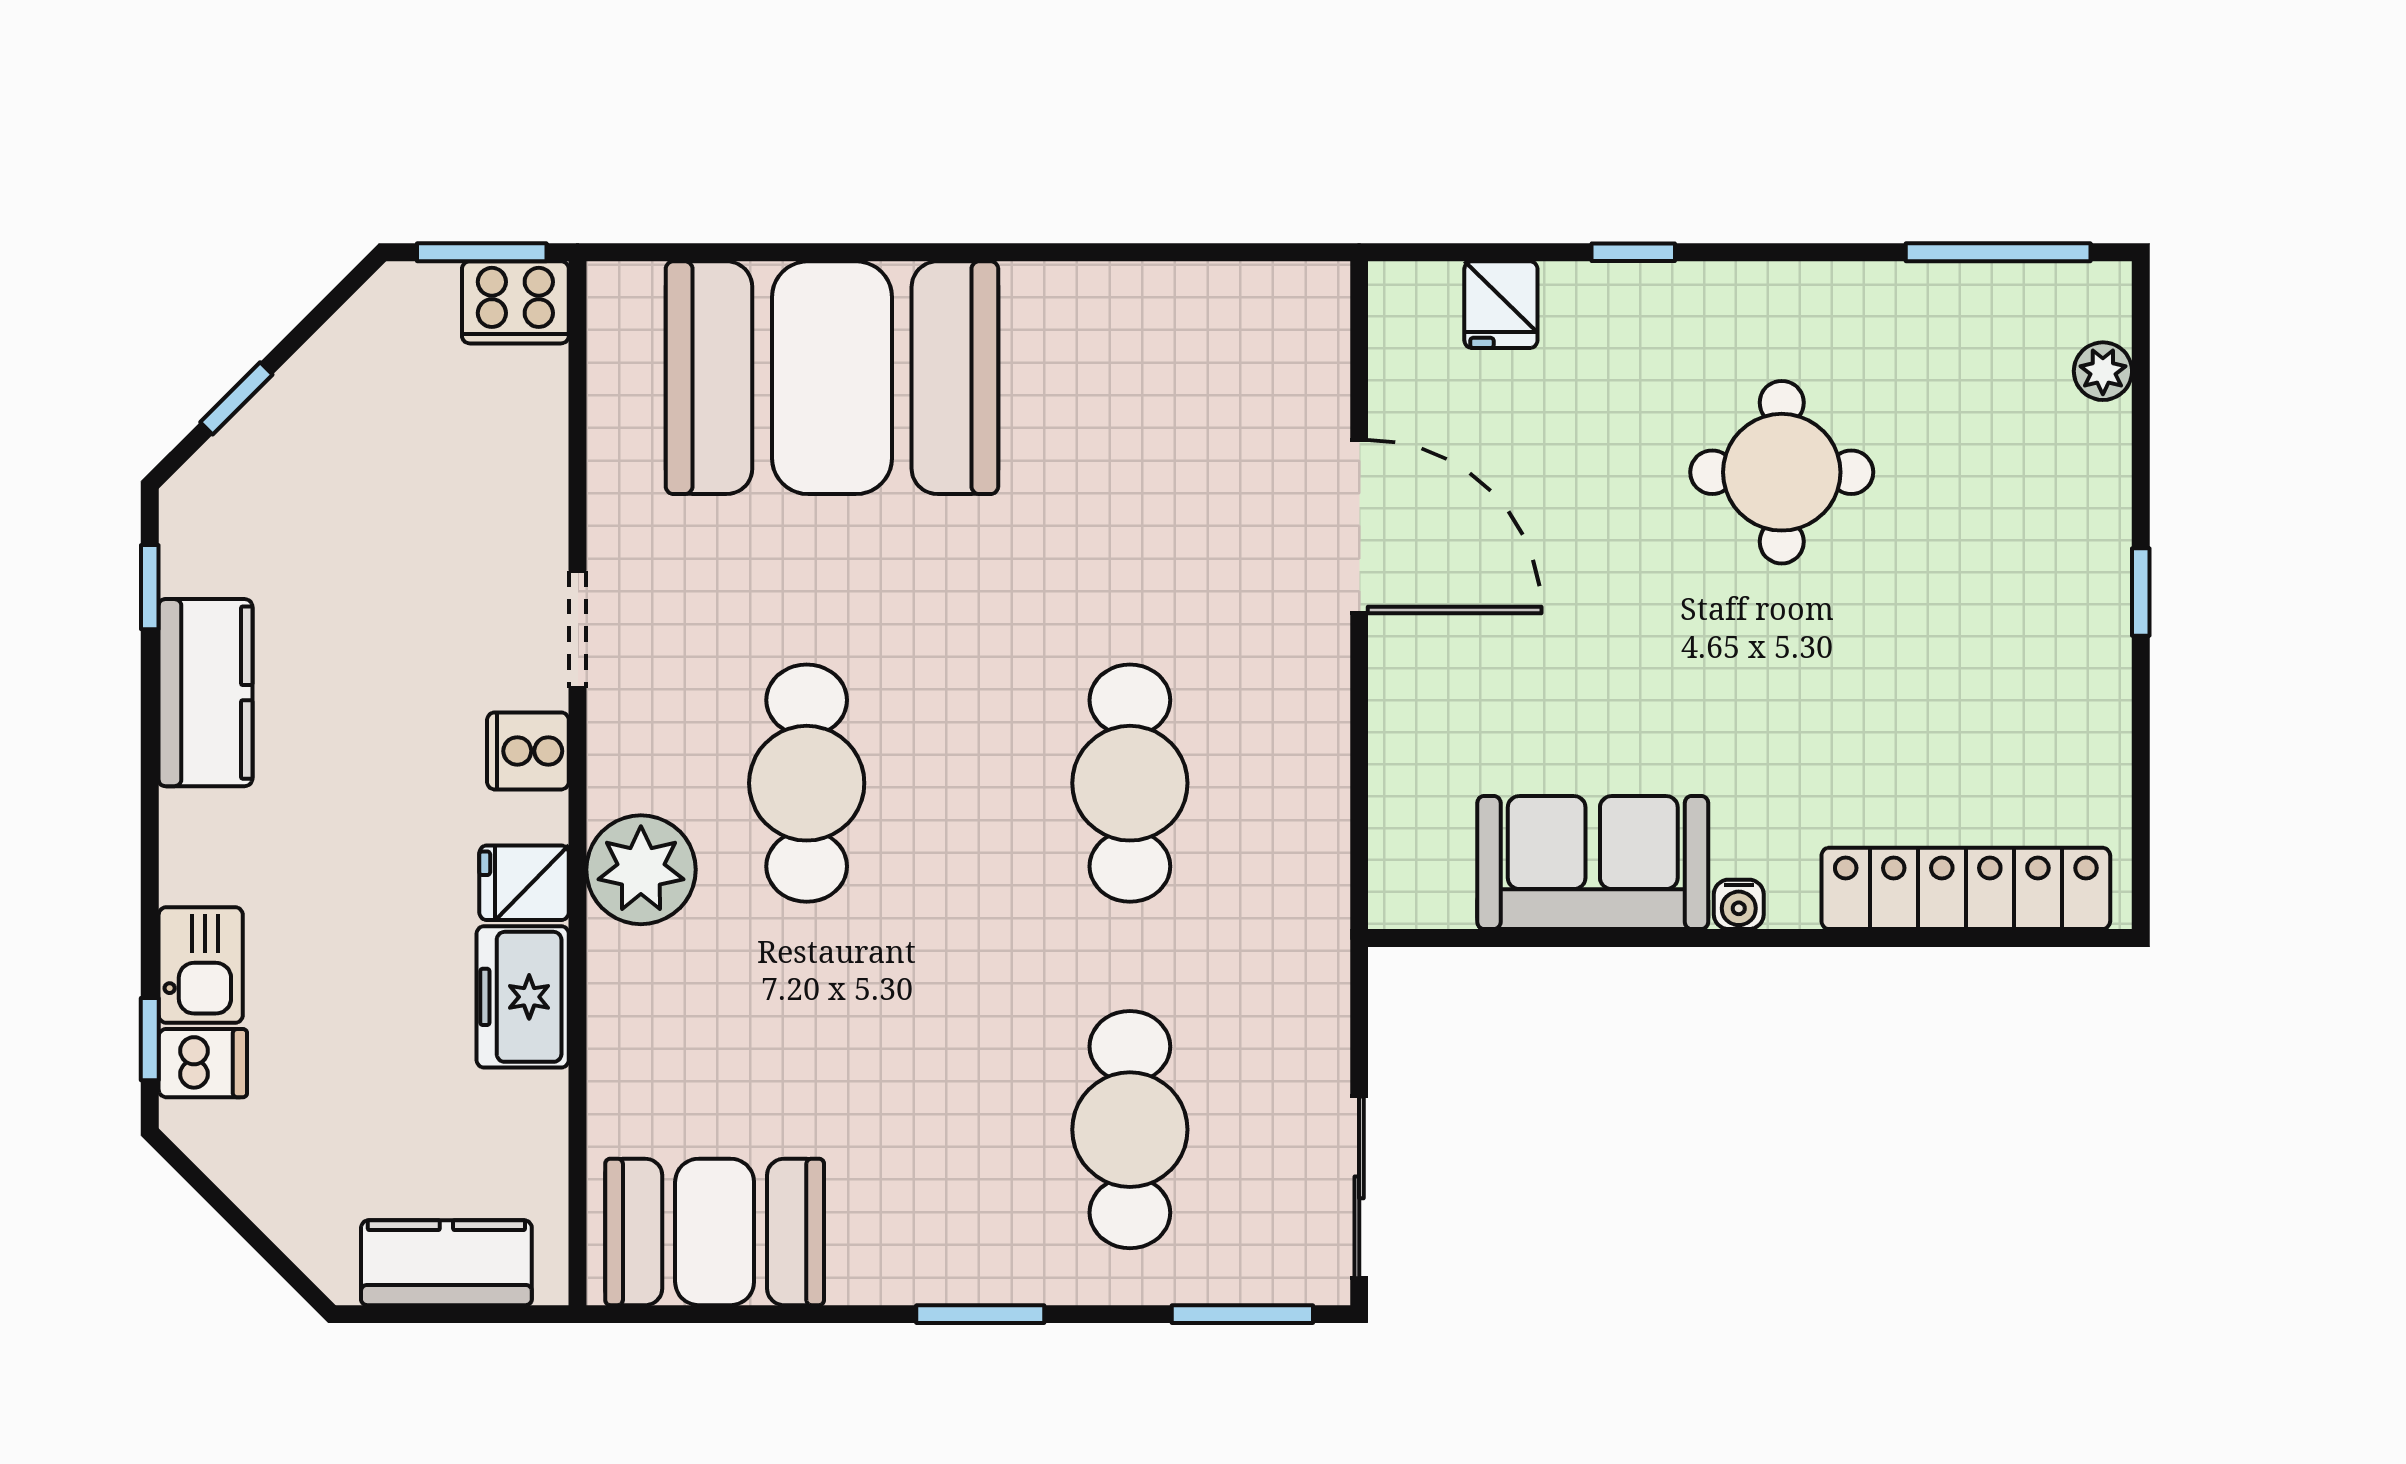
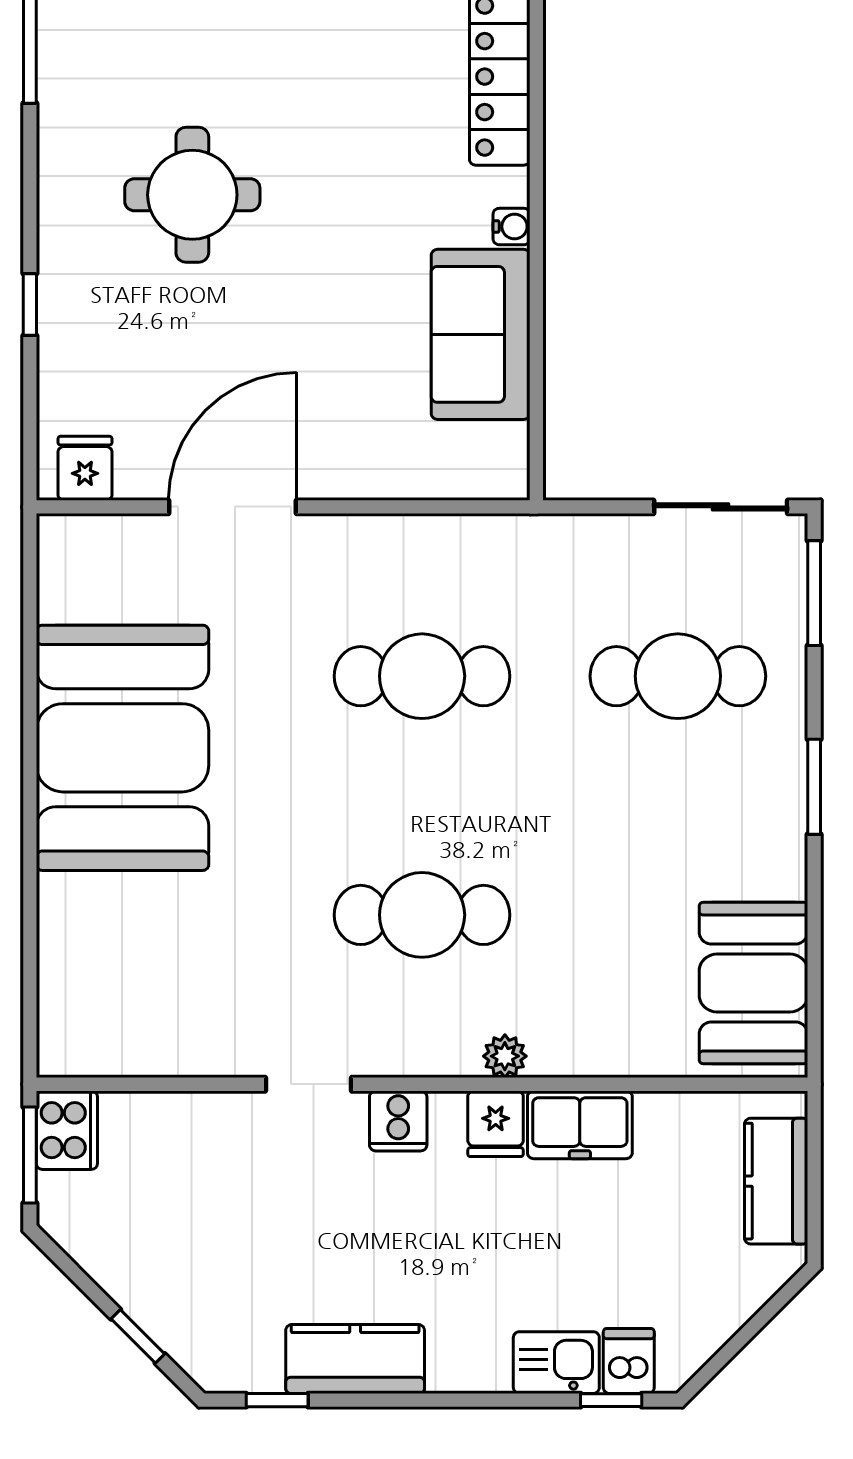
fridge: (1501, 305) -> (85, 468), moved, turned -90
booth: (832, 378) -> (122, 748), moved
plant: (641, 870) -> (505, 1056), width x0.53, depth x0.53

